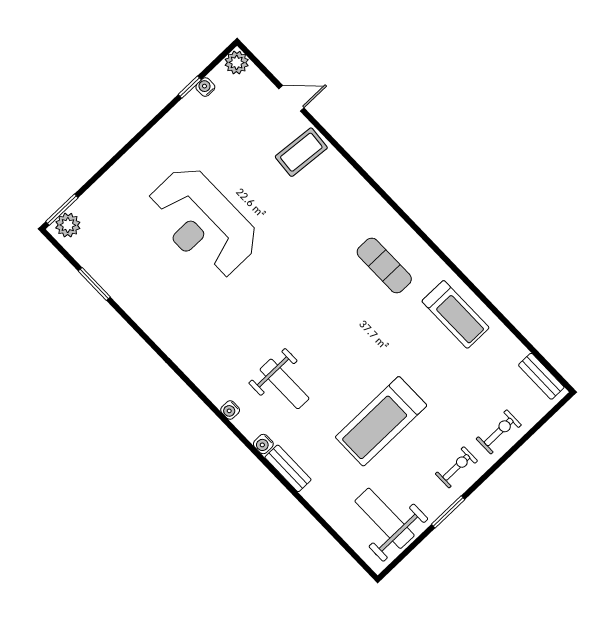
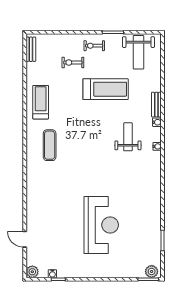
coffee table: (301, 152) -> (40, 216), removed
exercise bike: (499, 432) -> (73, 63), moved

